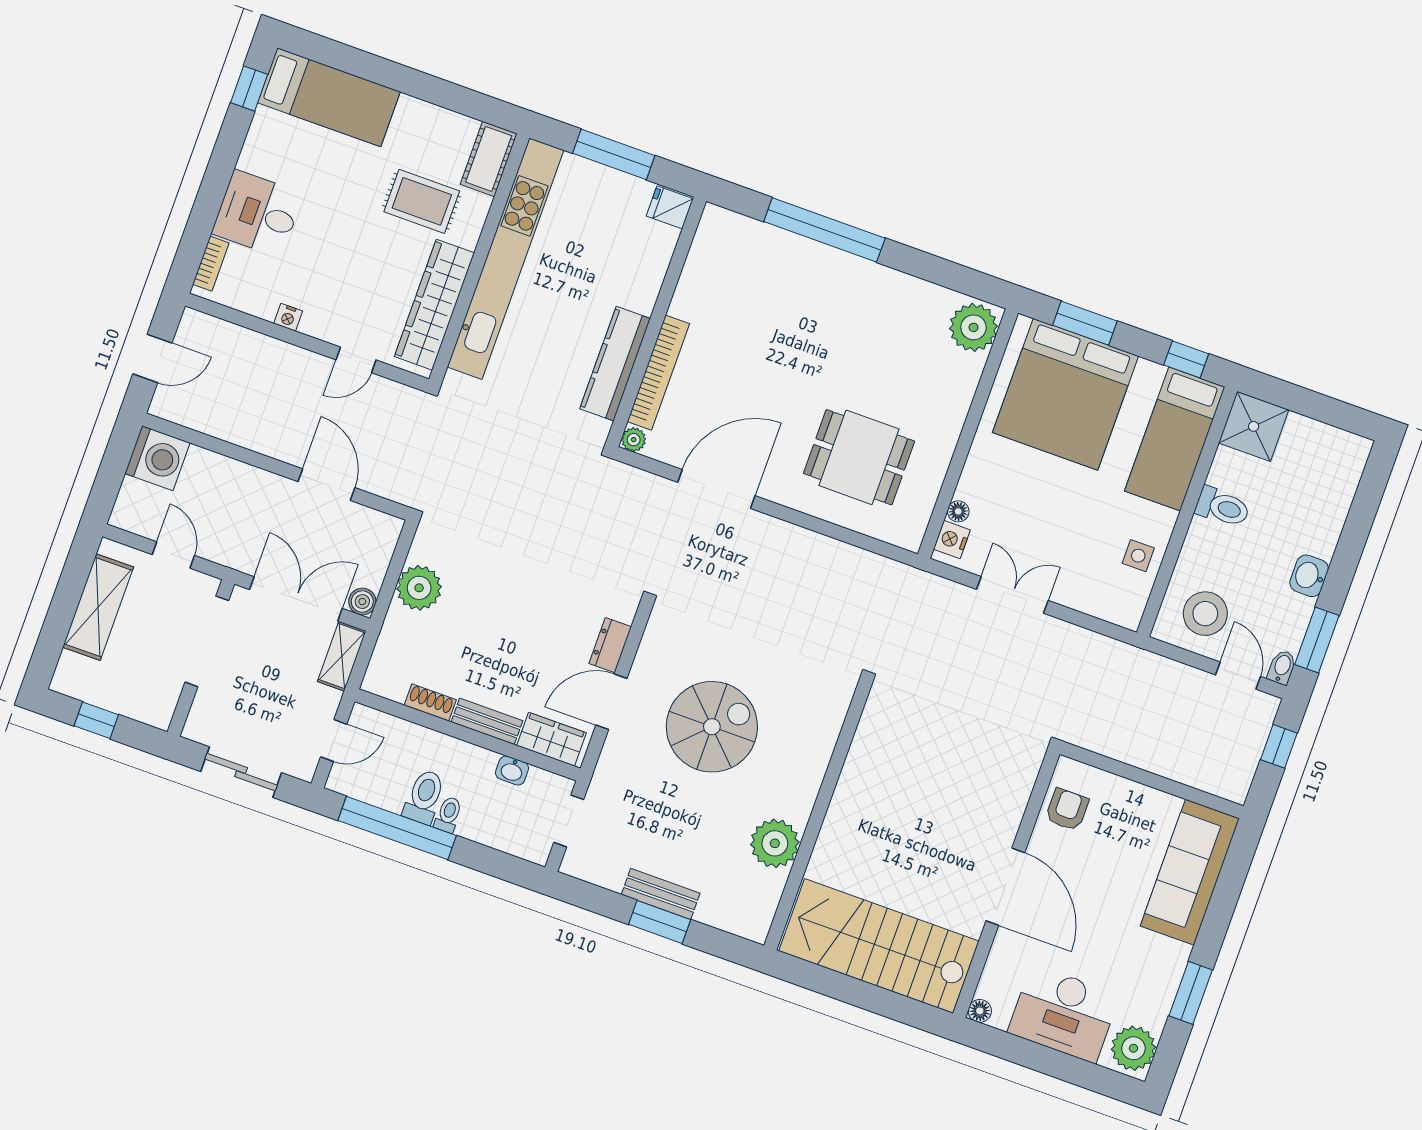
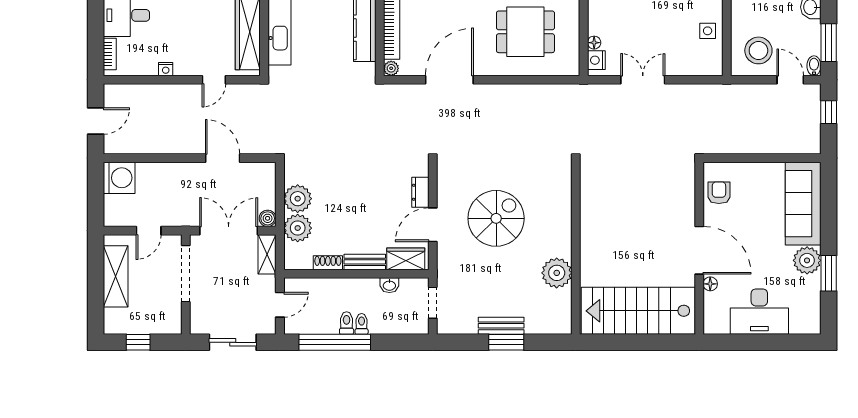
door: (173, 555) -> (149, 231), swing flipped
plant: (403, 633) -> (298, 228), added
toilet: (424, 797) -> (347, 323), width x0.73, depth x0.72
floor lamp: (980, 1011) -> (710, 284), moved
plant: (1133, 1048) -> (807, 260), moved

